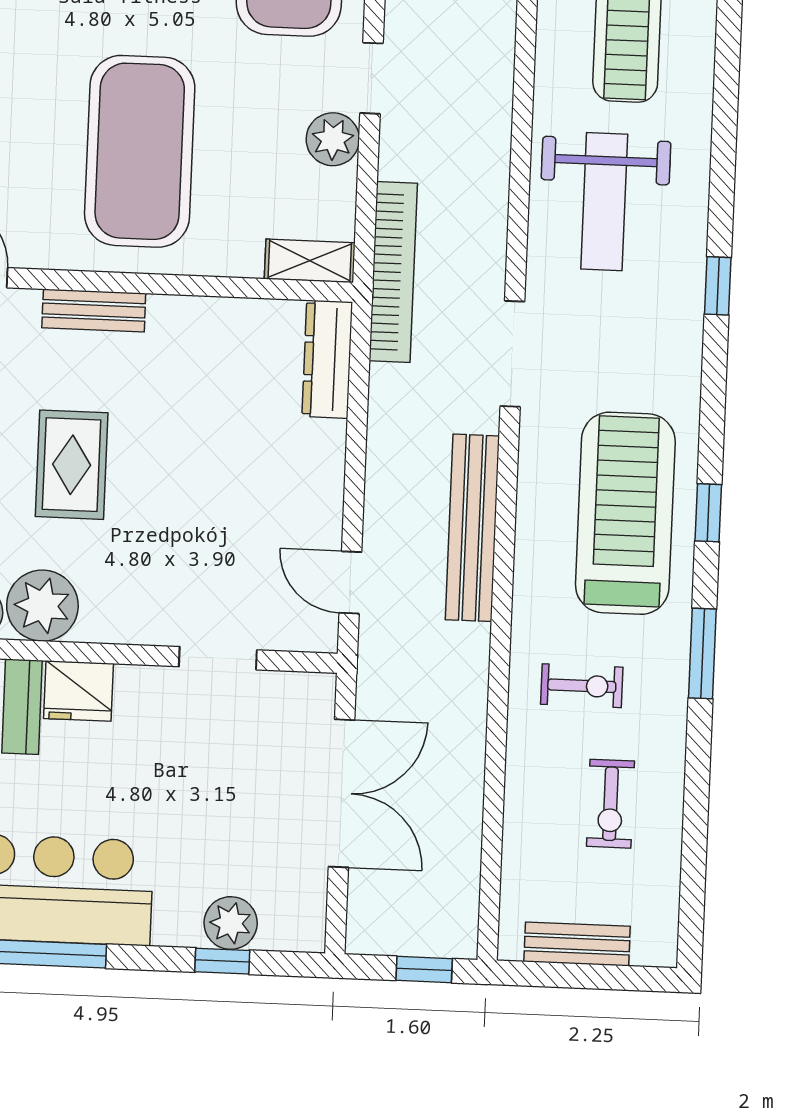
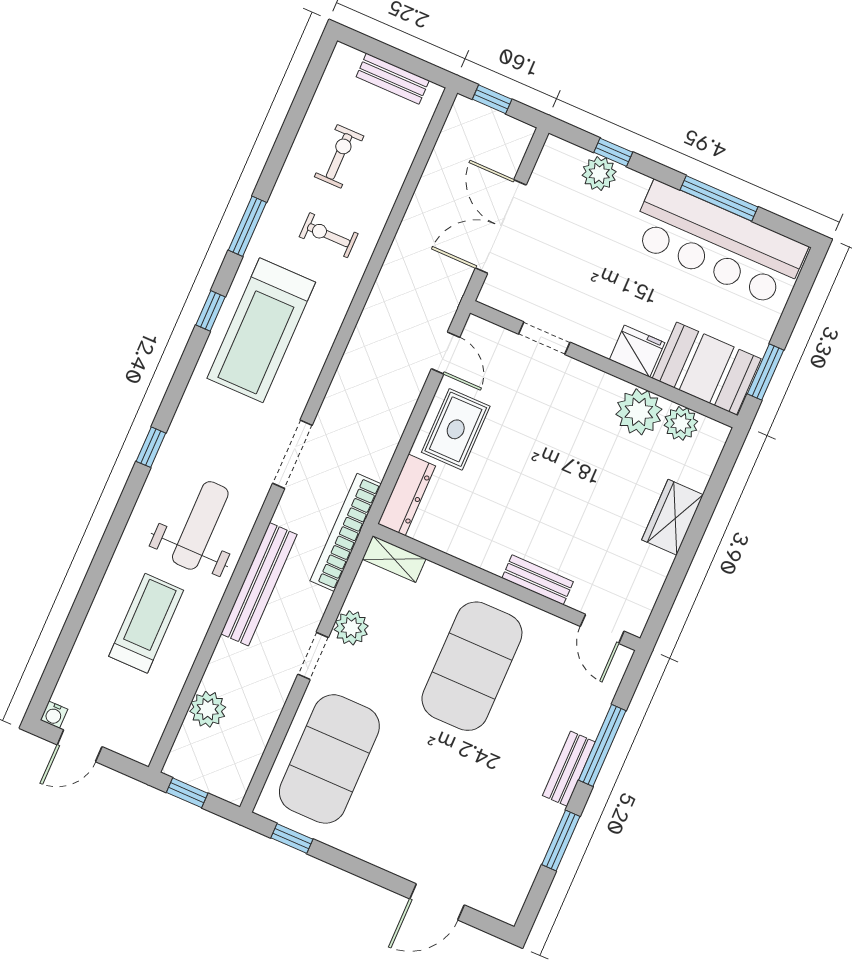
rug: (72, 465) -> (456, 429), moved
bench: (472, 528) -> (259, 584), moved

